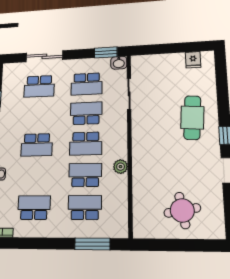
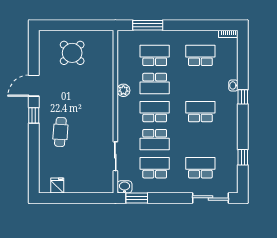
sliding door: (44, 56) -> (211, 198), moved
cafe table: (192, 118) -> (60, 132), width x0.73, depth x0.74
school desk: (34, 208) -> (200, 55), turned 180
school desk: (85, 208) -> (155, 55), turned 180
round table: (182, 210) -> (72, 53), turned -35

